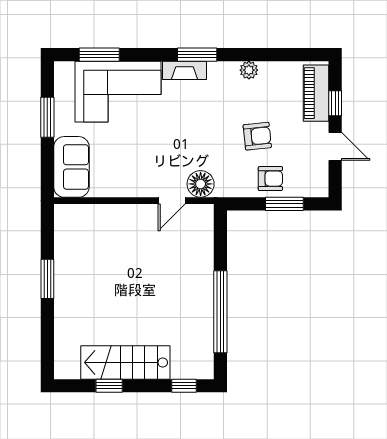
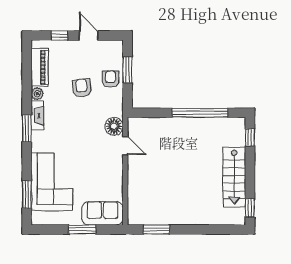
fireplace: (184, 70) -> (37, 116), moved
piano: (316, 93) -> (40, 67), moved, turned -90
window: (47, 117) -> (82, 229), moved
door: (335, 146) -> (89, 35), hinge flipped
window: (47, 279) -> (156, 229), moved
window: (109, 386) -> (250, 208), moved

